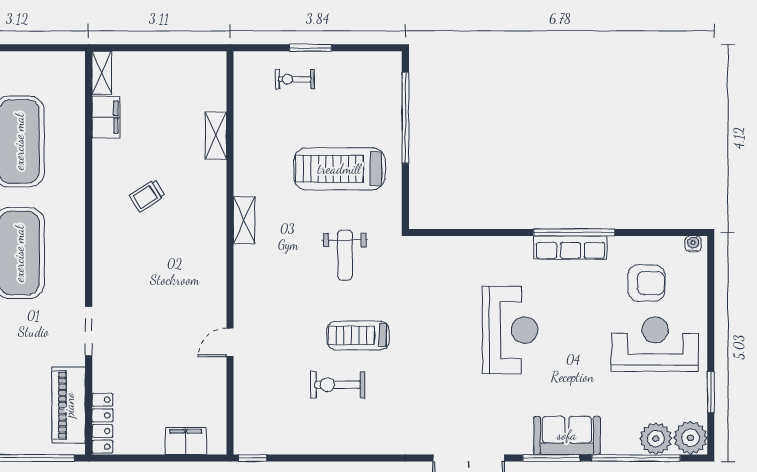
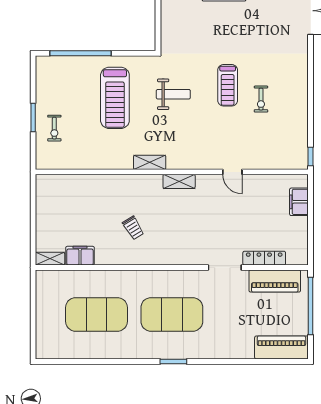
shelving: (216, 136) -> (179, 181), moved
exercise bike: (338, 385) -> (261, 99), width x0.73, depth x0.72
locker: (102, 423) -> (264, 258), moved

